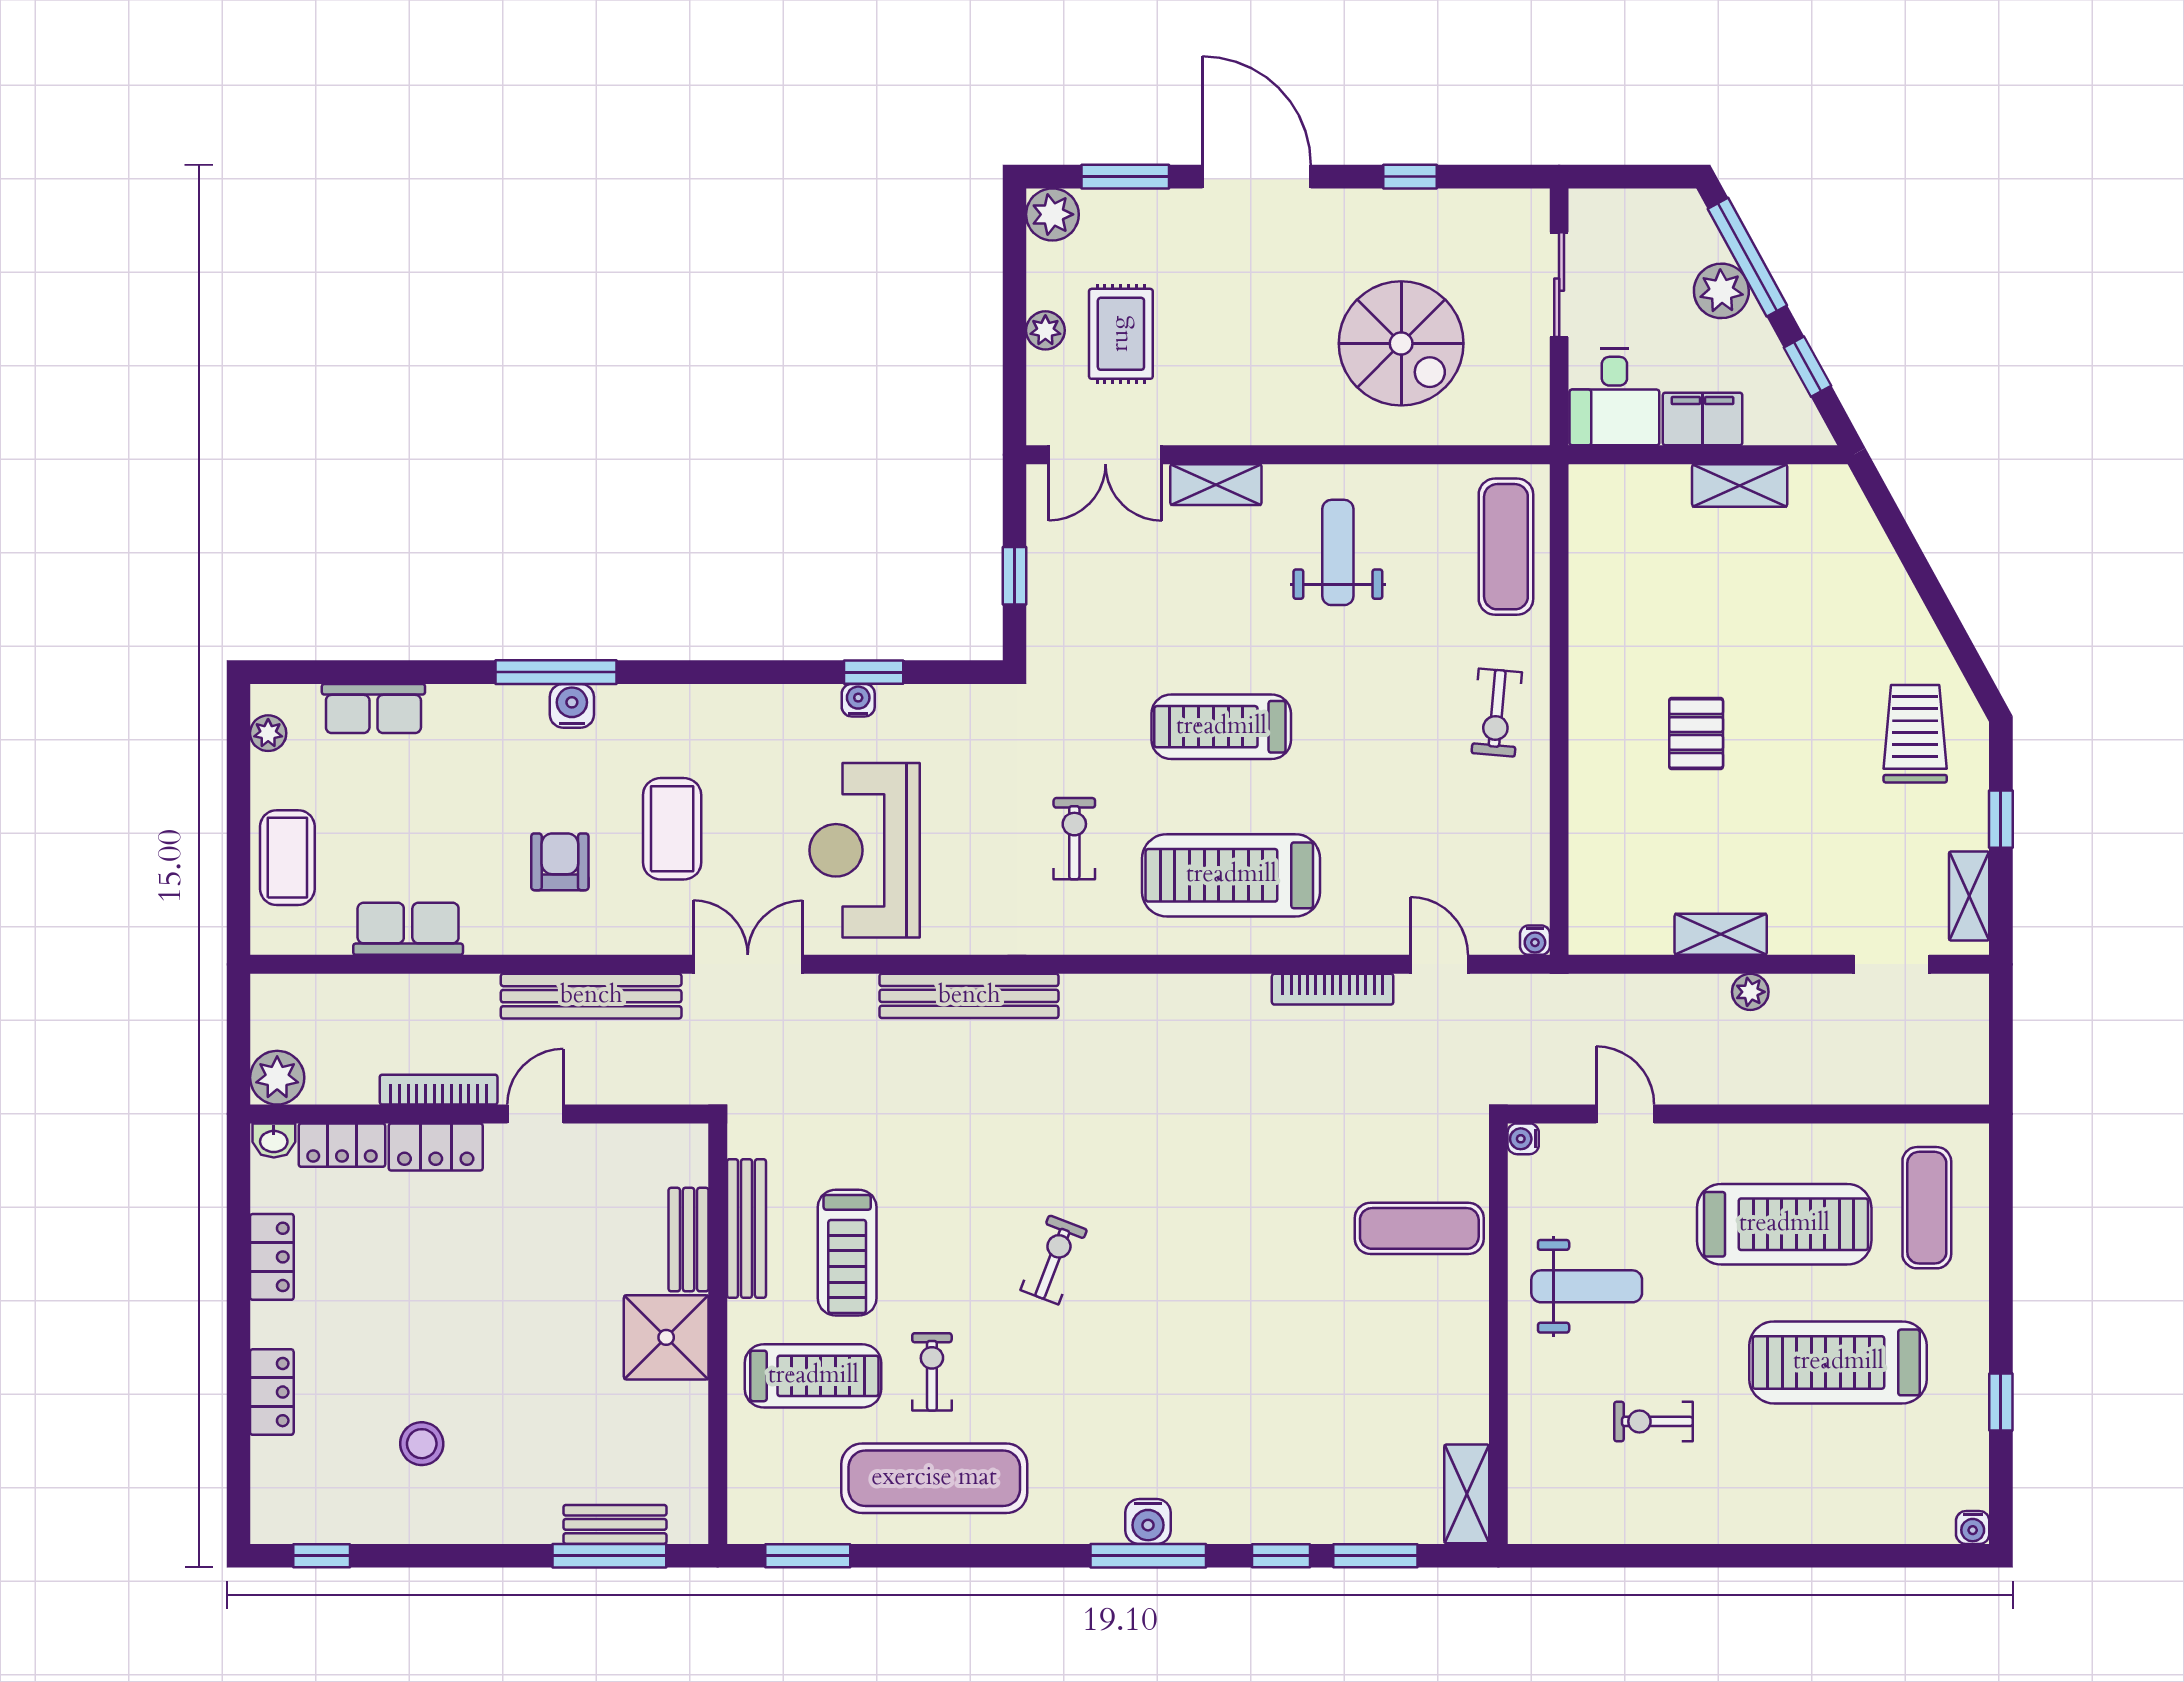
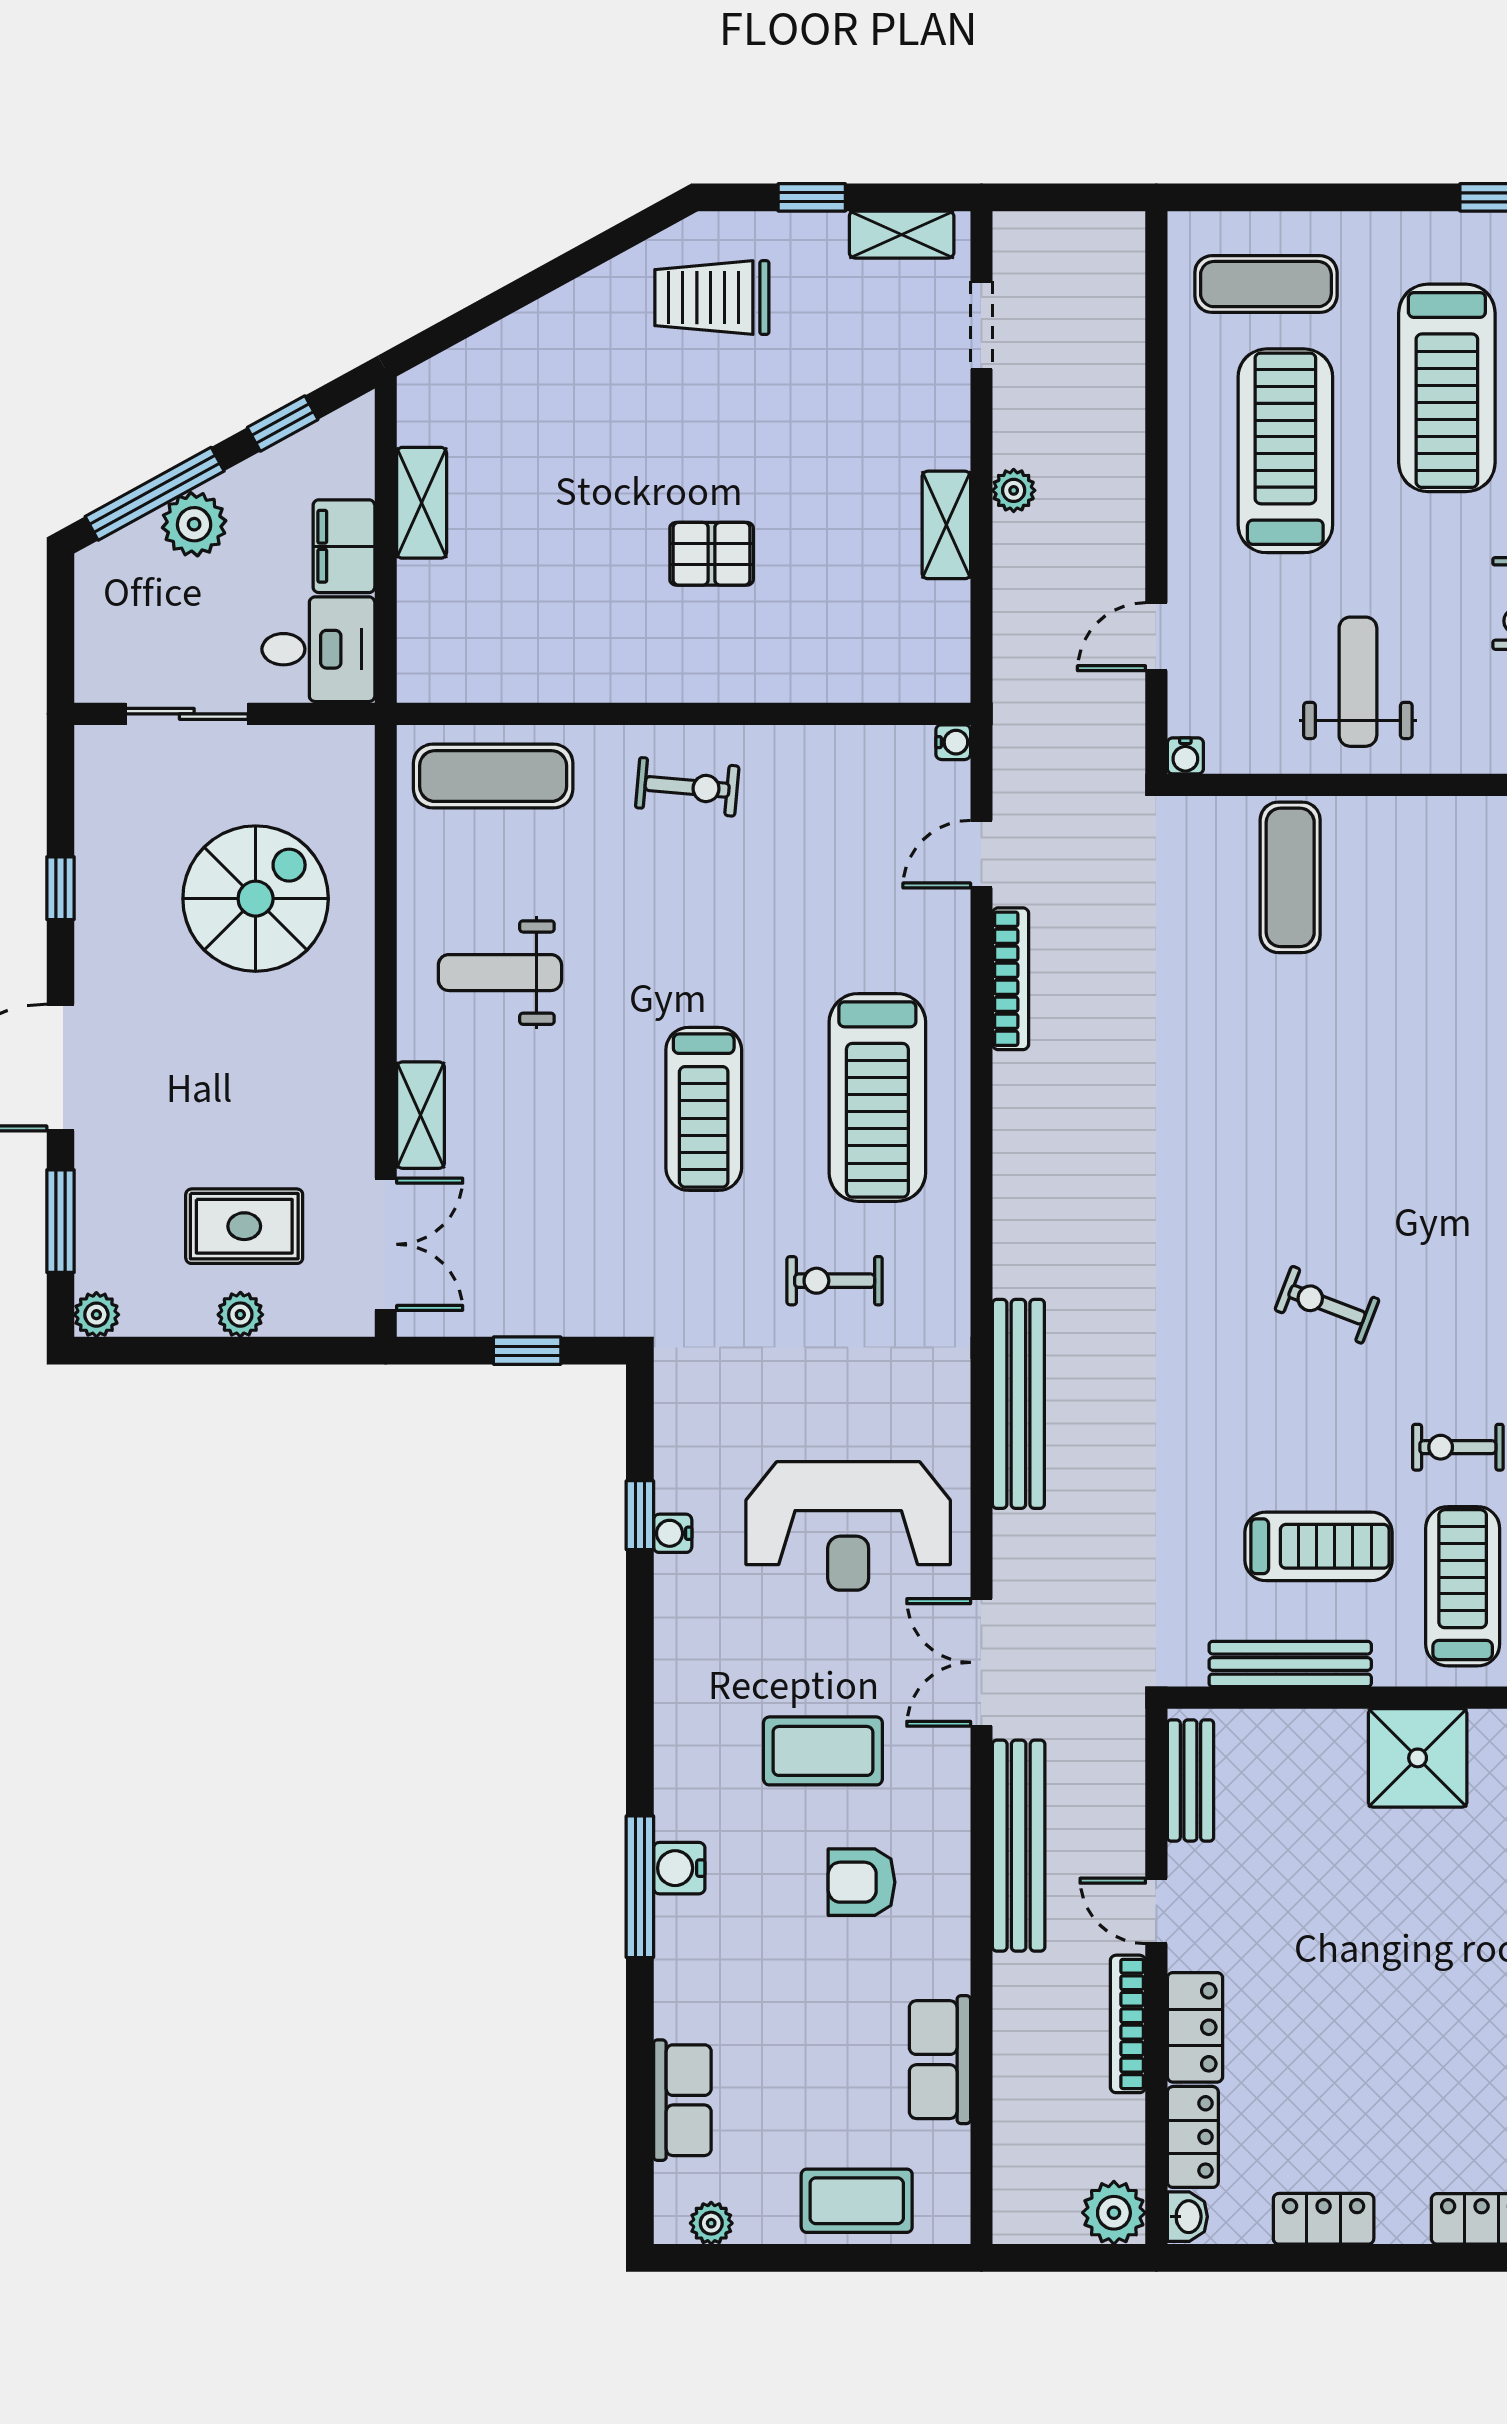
plant: (1052, 214) -> (96, 1315), width x0.73, depth x0.73
bench: (689, 1240) -> (1190, 1780), moved, turned 90

